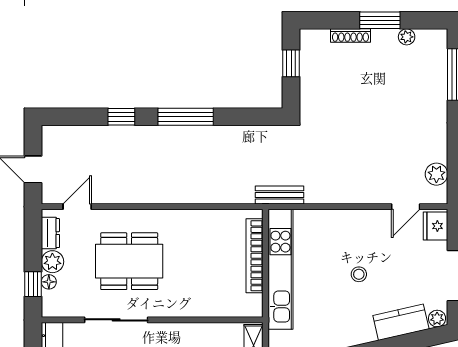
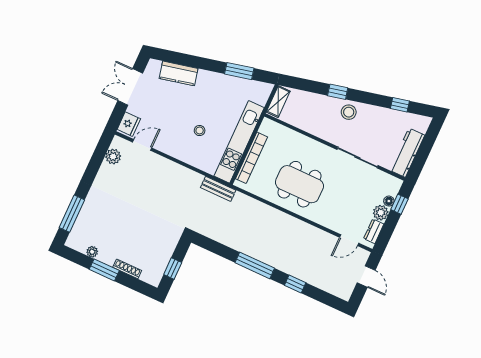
dining table: (129, 261) -> (299, 184), moved
stool: (359, 274) -> (200, 131), moved
plant: (437, 319) -> (155, 65), removed

